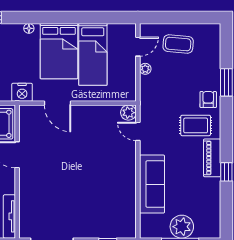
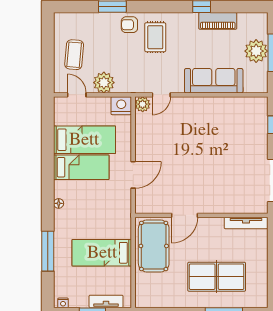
bed: (59, 51) -> (81, 167), width x0.67
plant: (145, 69) -> (104, 83), width x1.88, depth x1.88
nightstand: (22, 92) -> (121, 106), moved, turned -90
piano: (212, 158) -> (218, 21), moved

